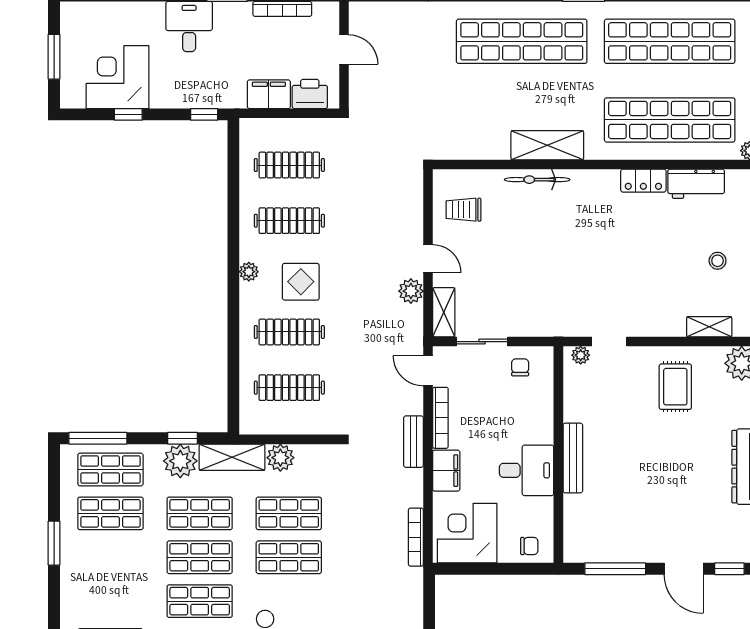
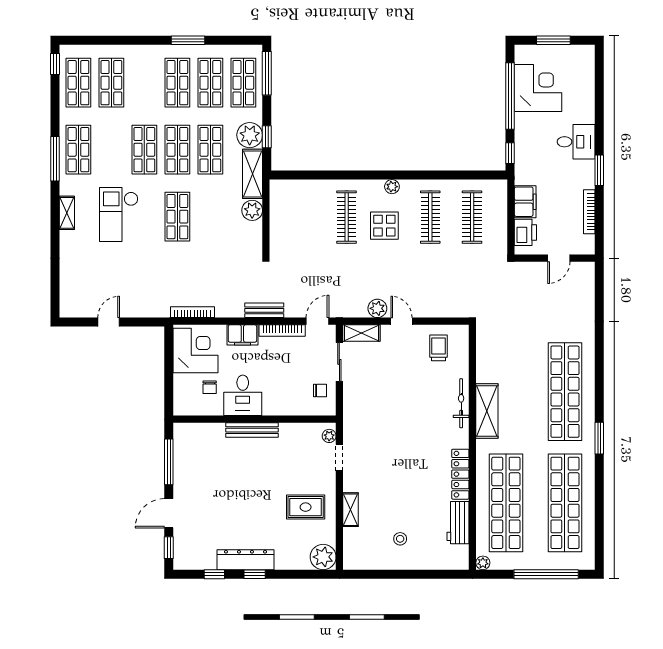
window: (128, 114) -> (510, 96), width x3.17
locker: (643, 181) -> (460, 474), width x1.53
door: (428, 259) -> (402, 321), swing flipped
shelving: (709, 327) -> (351, 510), moved
clothes rail: (289, 388) -> (305, 217), removed
shop shelf: (289, 513) -> (177, 83), moved
chair: (529, 546) -> (210, 387), moved

